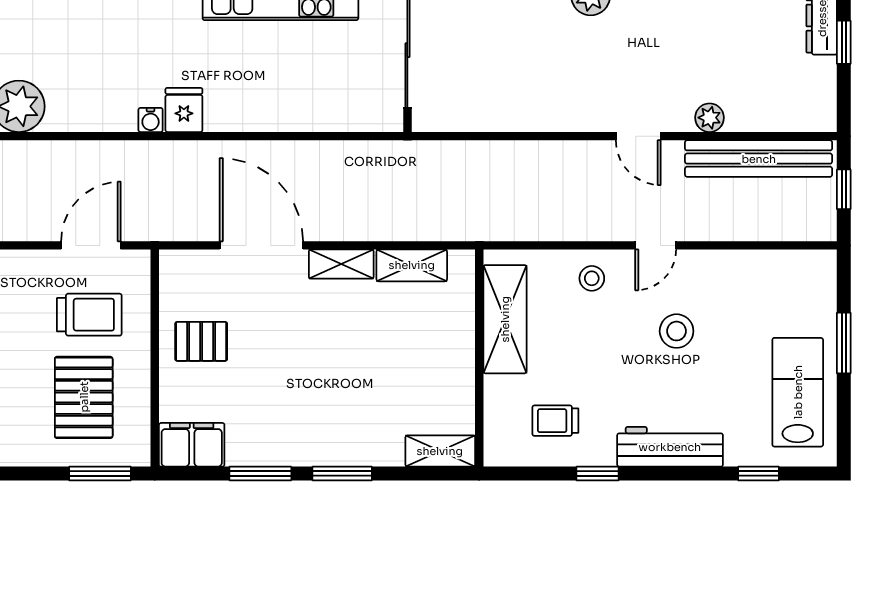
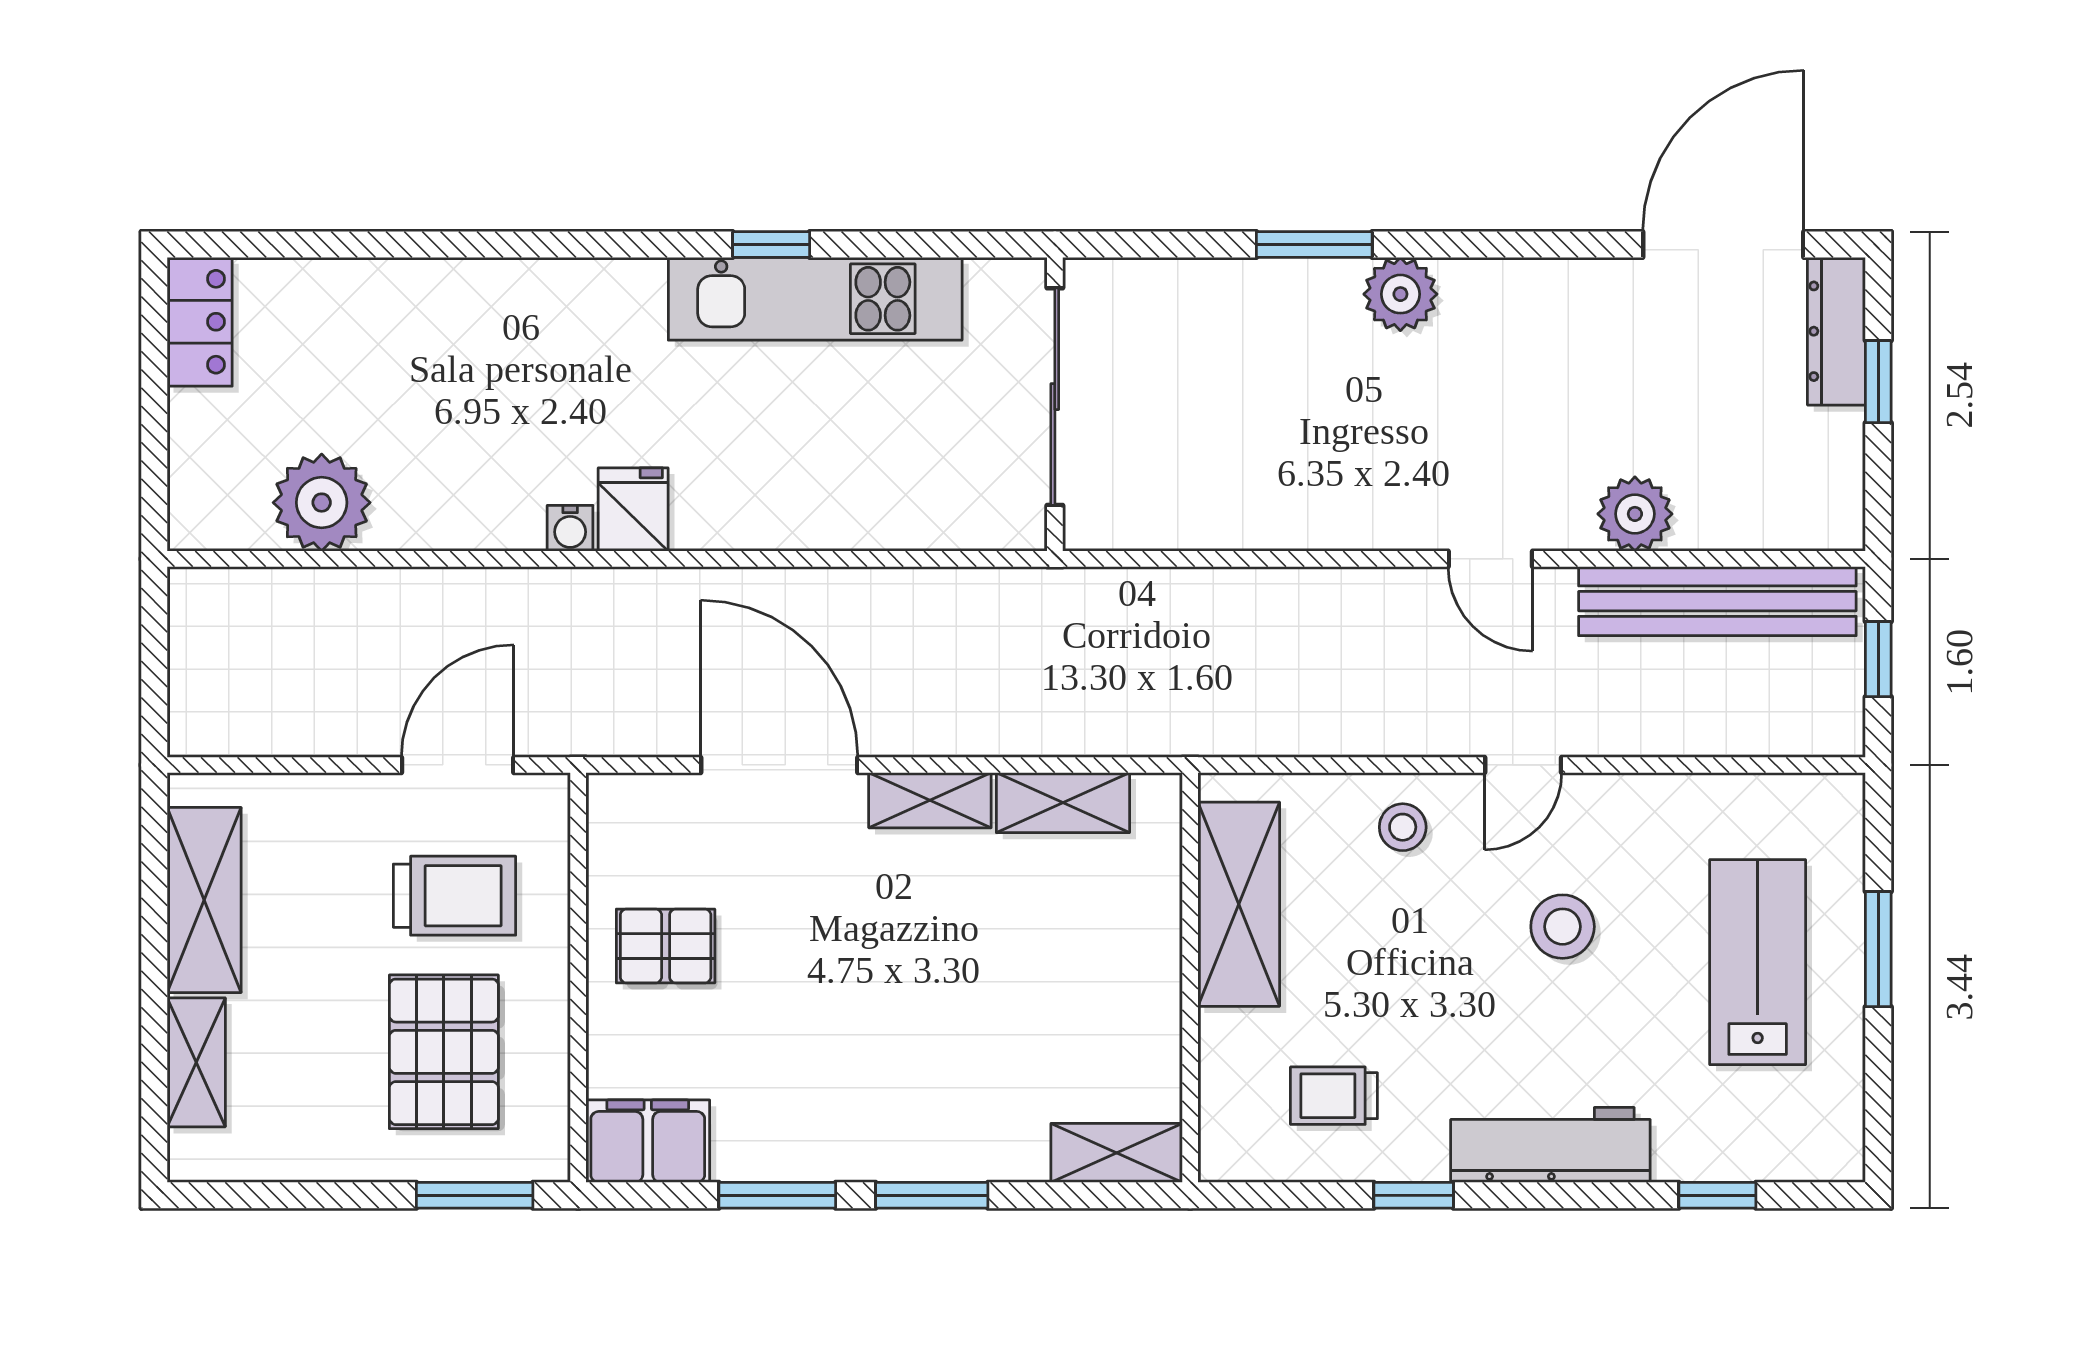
plant: (710, 118) -> (1635, 514), width x1.38, depth x1.38
lab bench: (798, 392) -> (1758, 962), moved

